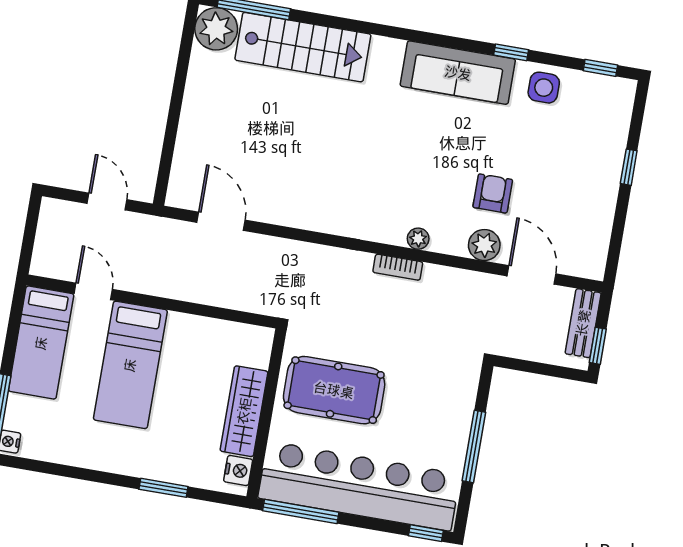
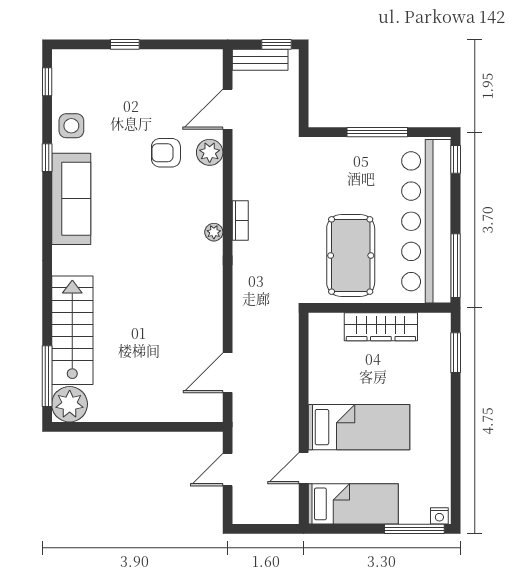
plant: (418, 239) -> (214, 232), moved
nightstand: (238, 470) -> (431, 323), removed
window: (163, 488) -> (456, 353), moved

